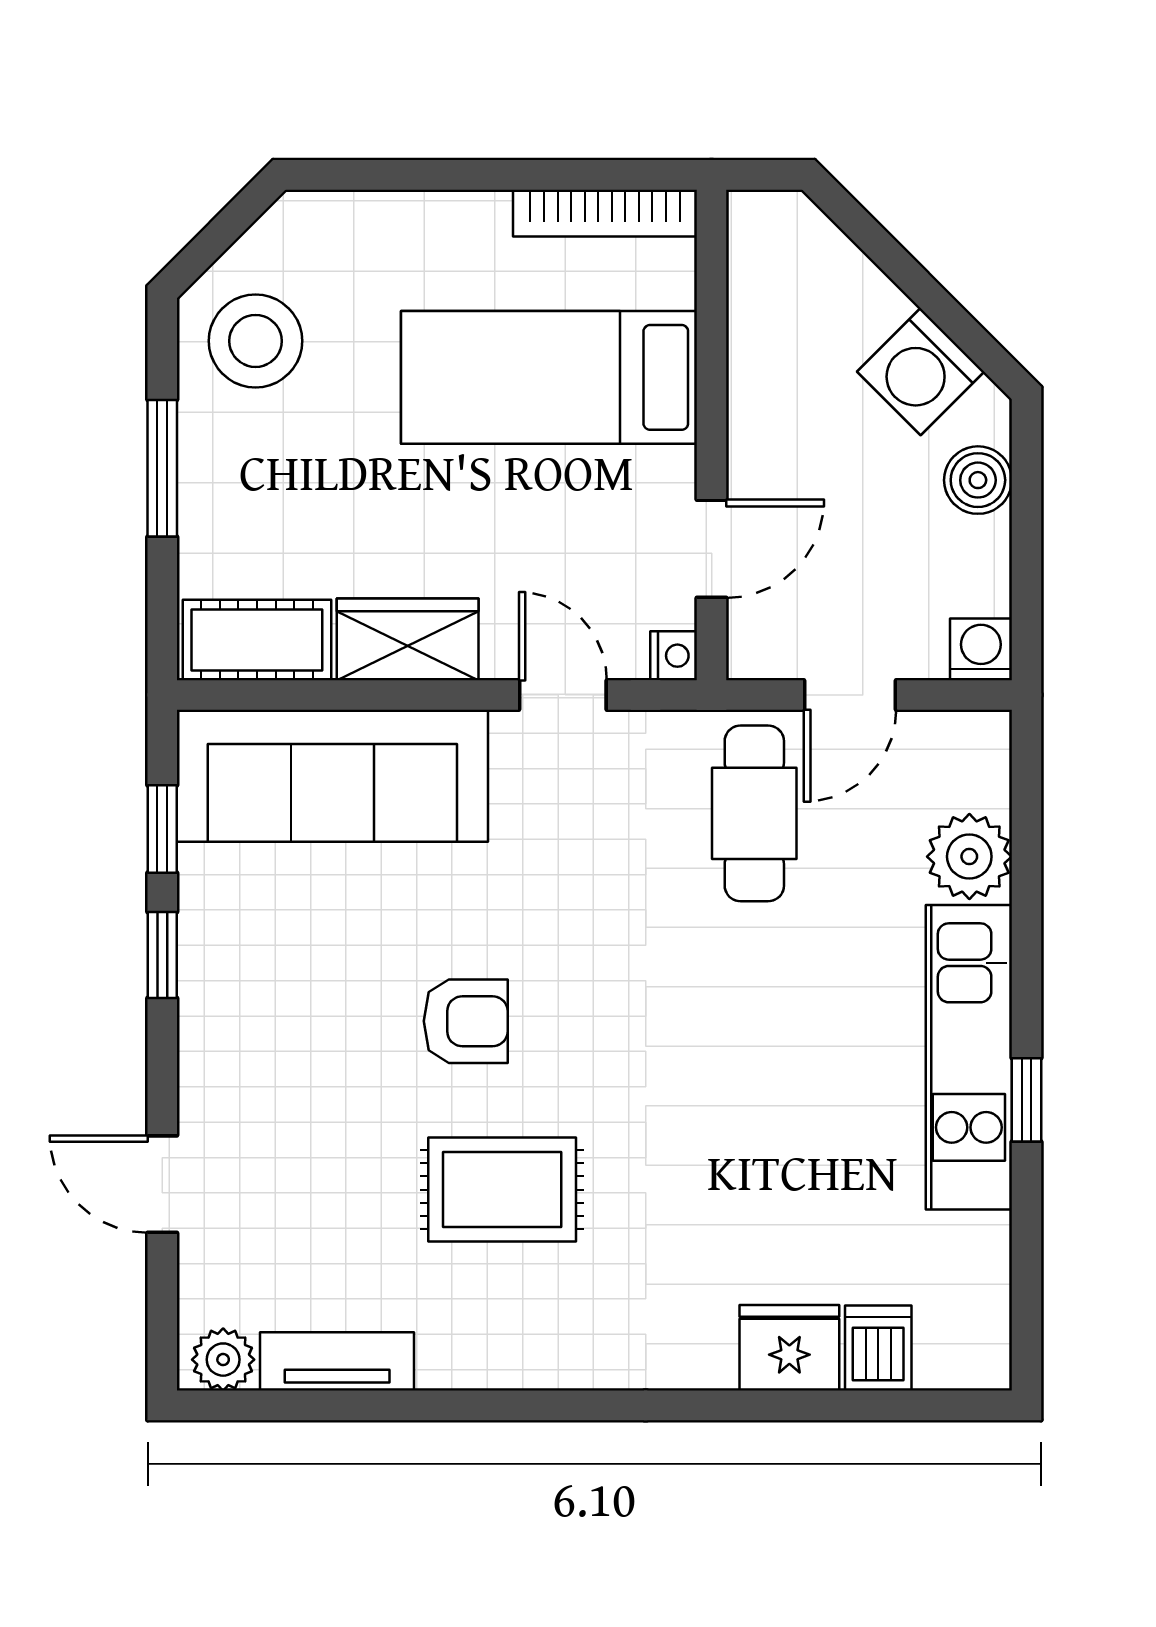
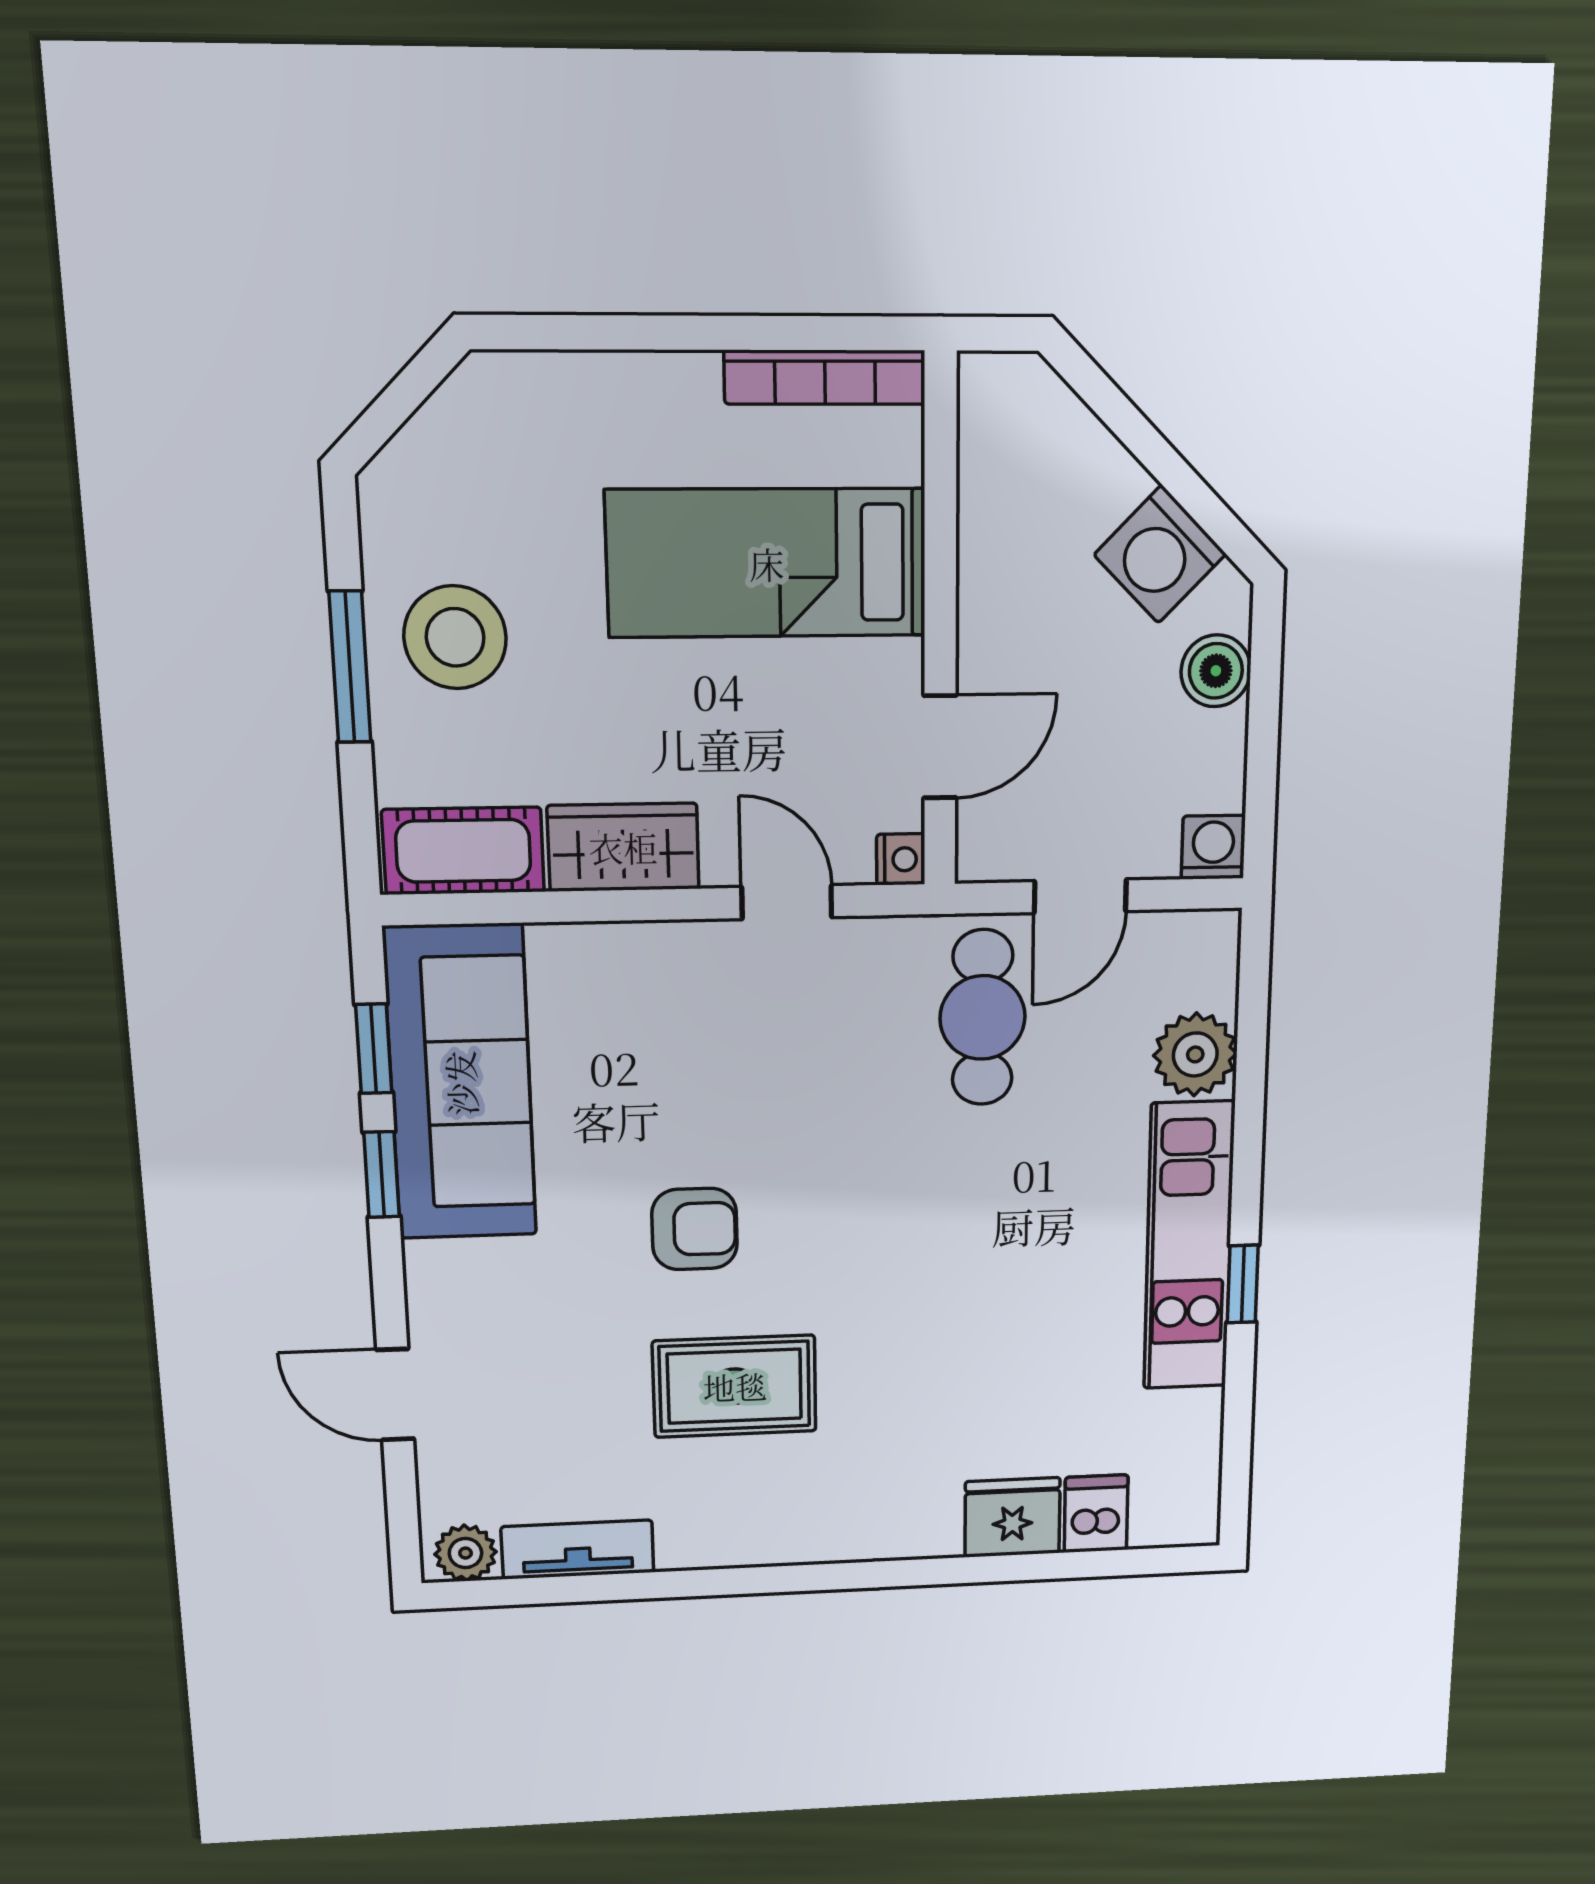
stool: (256, 341) -> (455, 637), moved
sofa: (332, 776) -> (460, 1083), moved, turned -90

